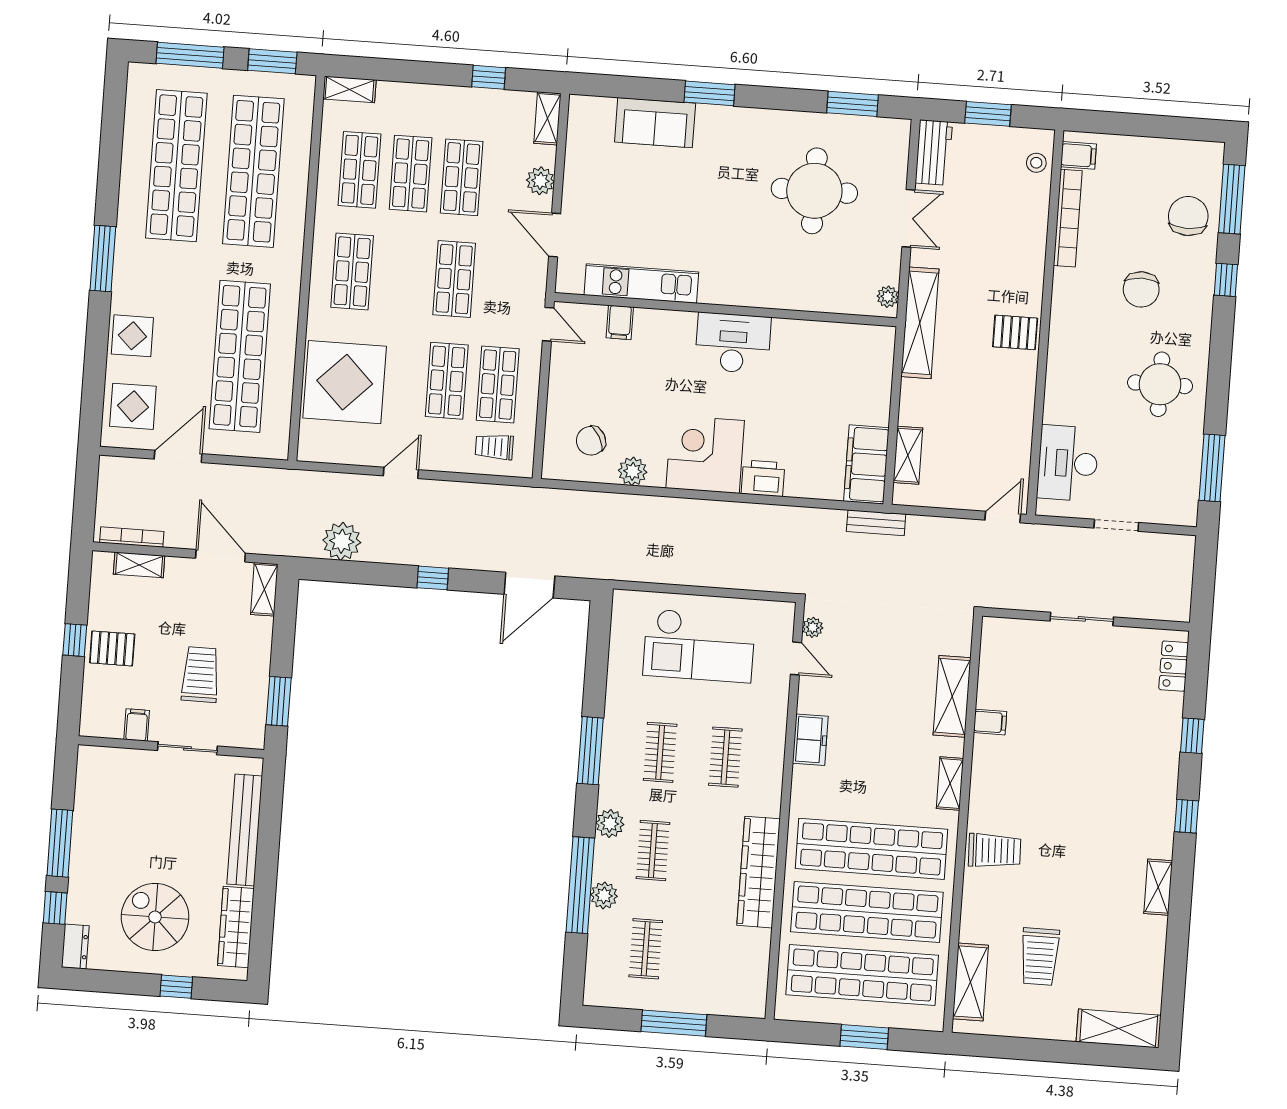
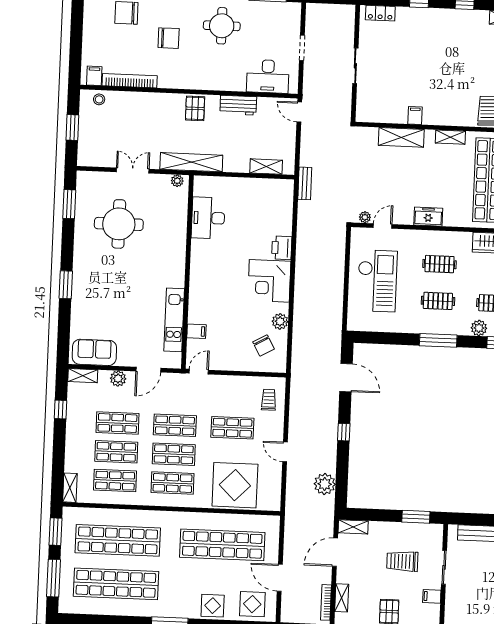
sofa: (655, 123) -> (94, 352), moved, turned -90
workbench: (934, 152) -> (238, 105), moved, turned 180
desk: (733, 343) -> (208, 218), moved
shop shelf: (498, 384) -> (174, 454), moved
trolley: (494, 447) -> (269, 400), turned 180
filing cabinet: (866, 464) -> (272, 190), removed

